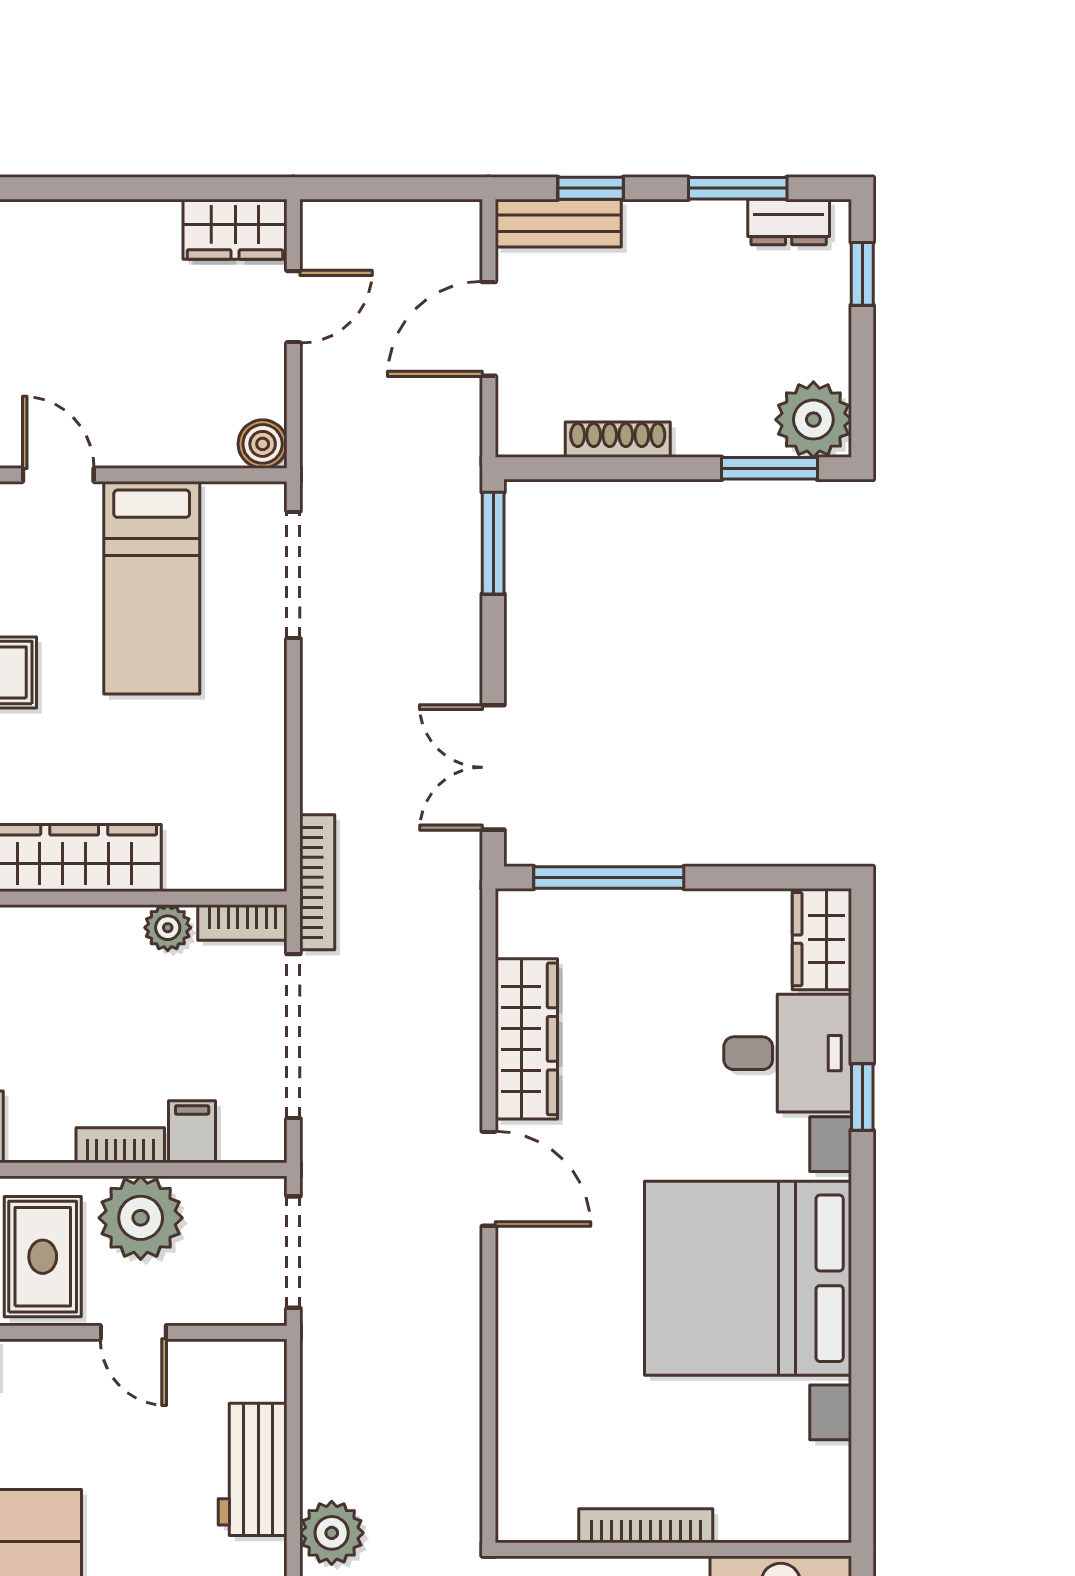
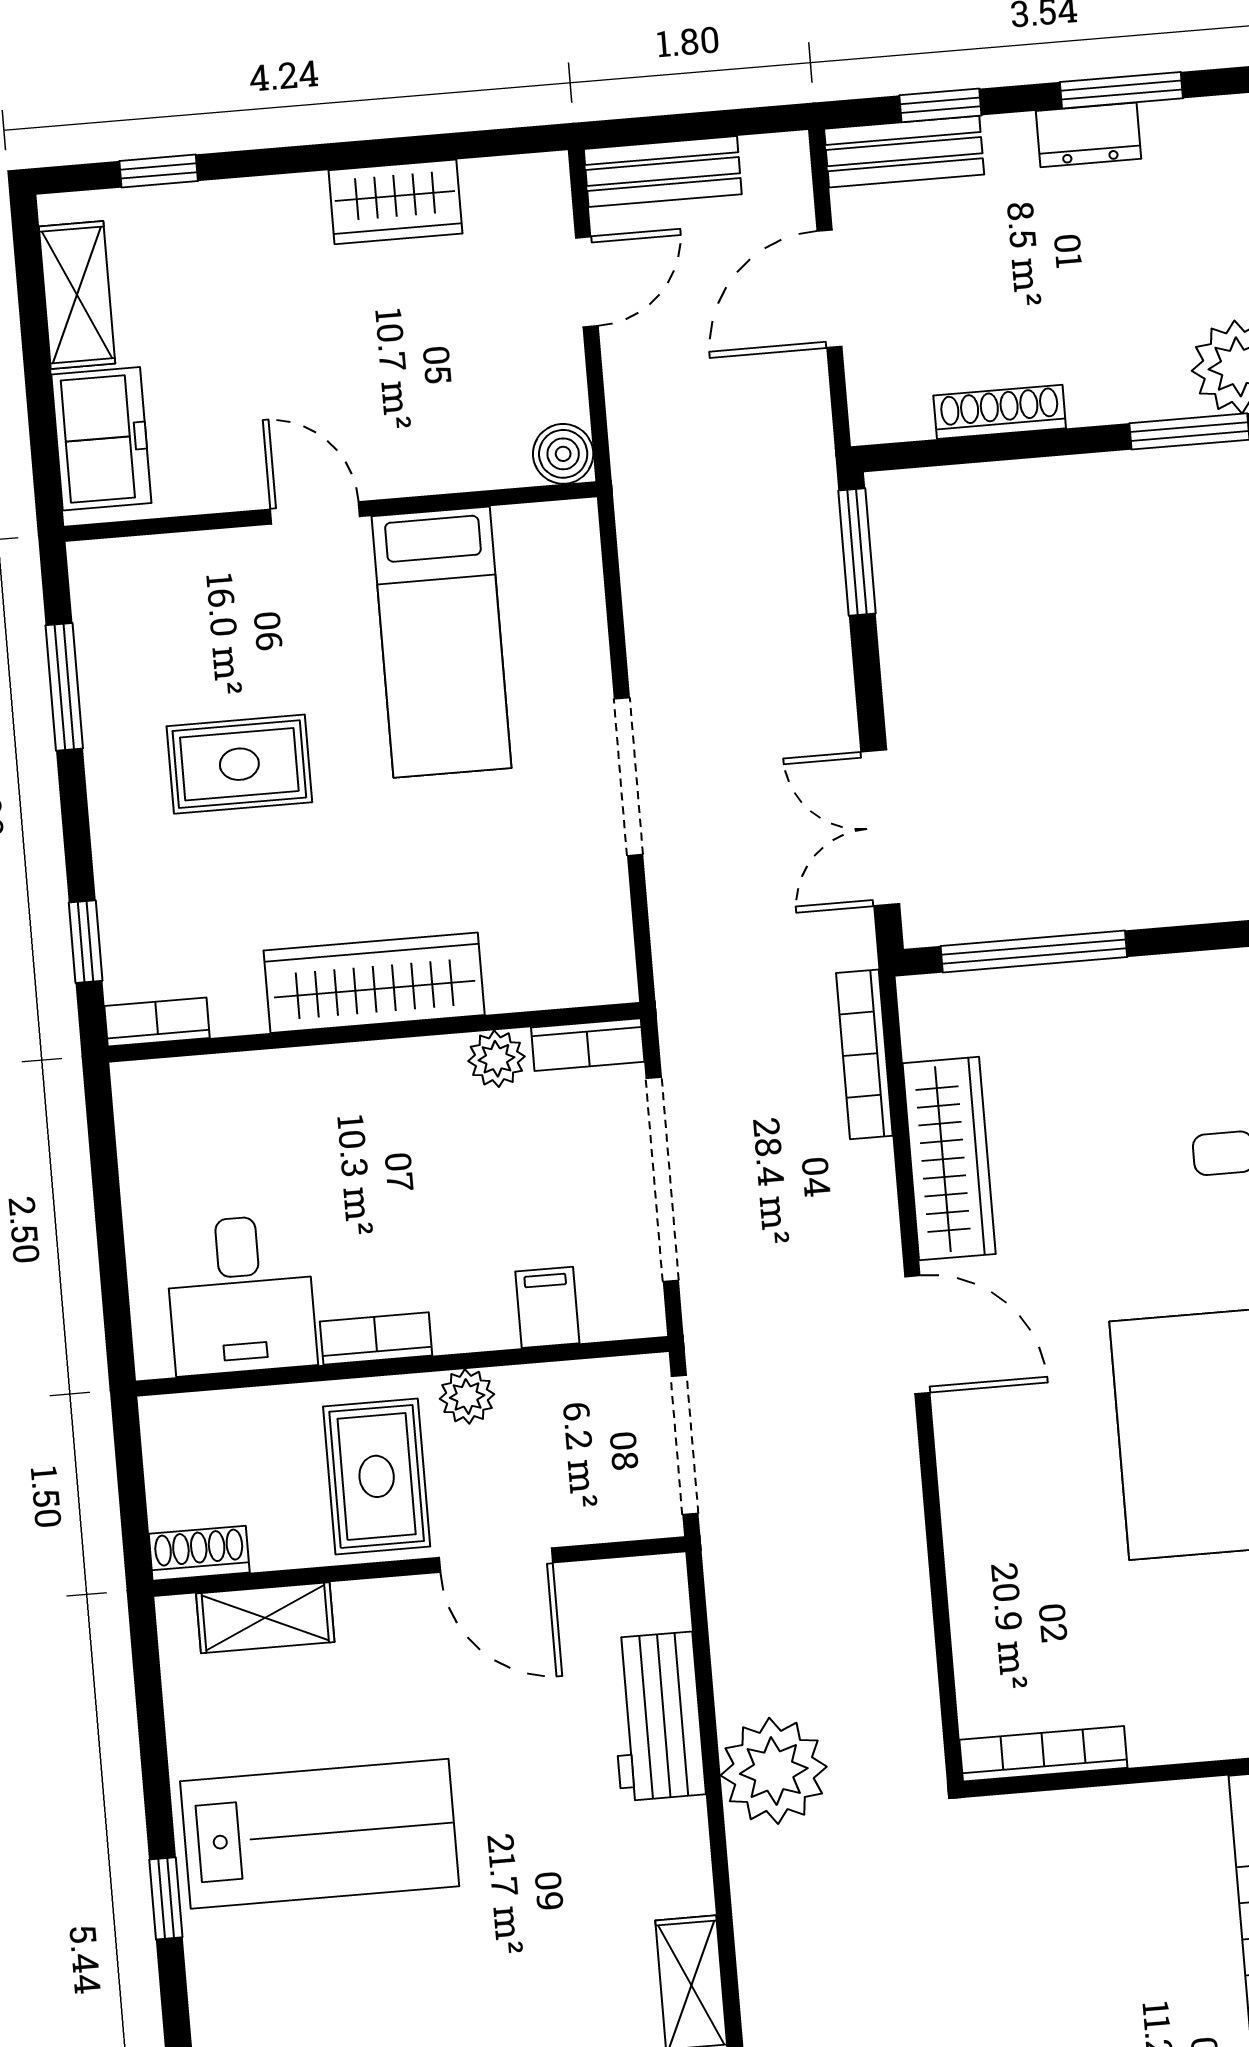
dresser: (789, 222) -> (1089, 135), moved
bench: (362, 223) -> (663, 172), added
wardrobe: (235, 229) -> (395, 202), moved
doorway: (293, 575) -> (628, 777), moved
bookcase: (317, 882) -> (864, 1054), moved, turned 180
bookcase: (120, 1145) -> (376, 1338), moved
plant: (141, 1218) -> (467, 1396), width x0.53, depth x0.53
door: (133, 1332) -> (496, 1560), width x1.38
bookcase: (646, 1526) -> (1043, 1754), moved
plant: (332, 1533) -> (774, 1771), width x1.36, depth x1.36

